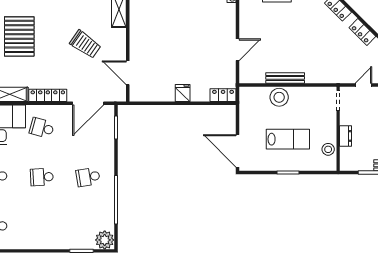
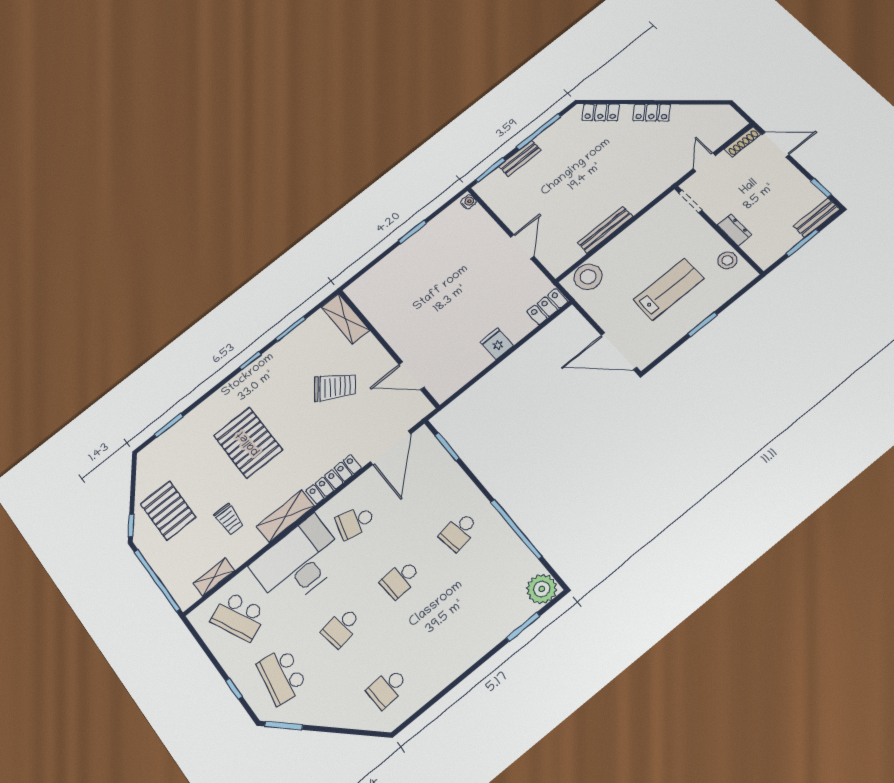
stool: (279, 97) -> (588, 277), moved

